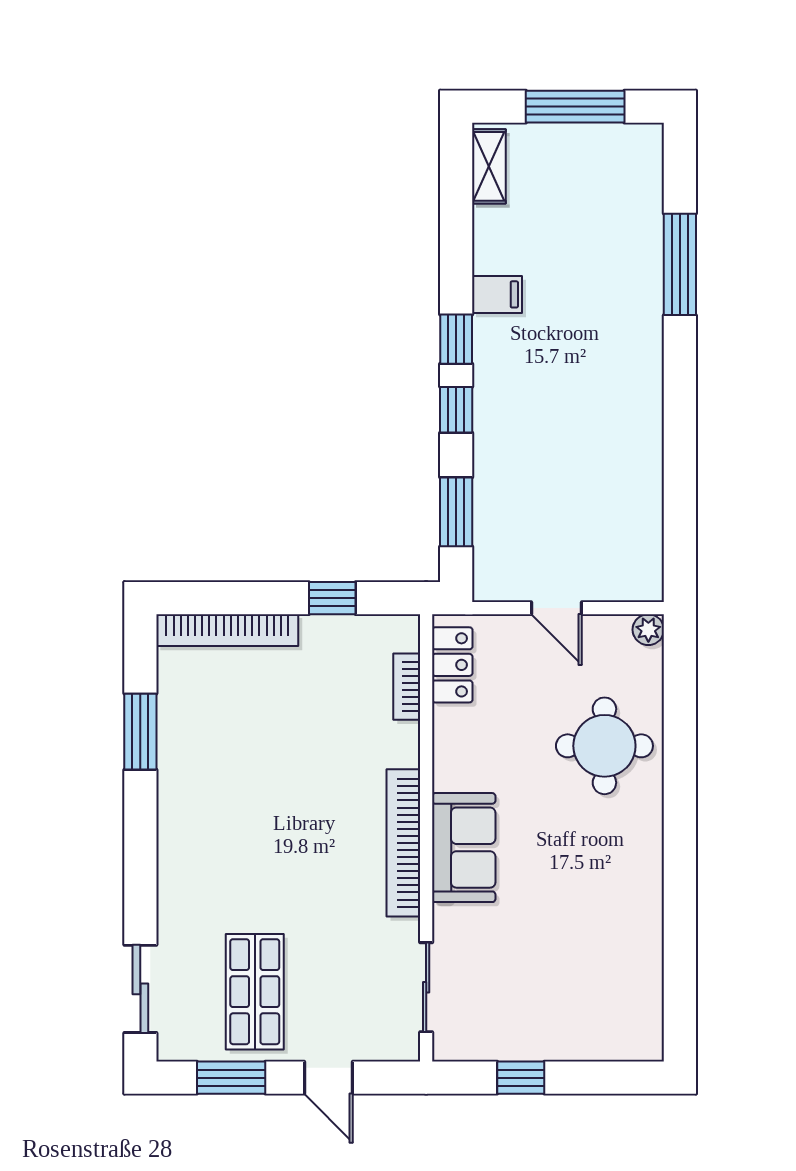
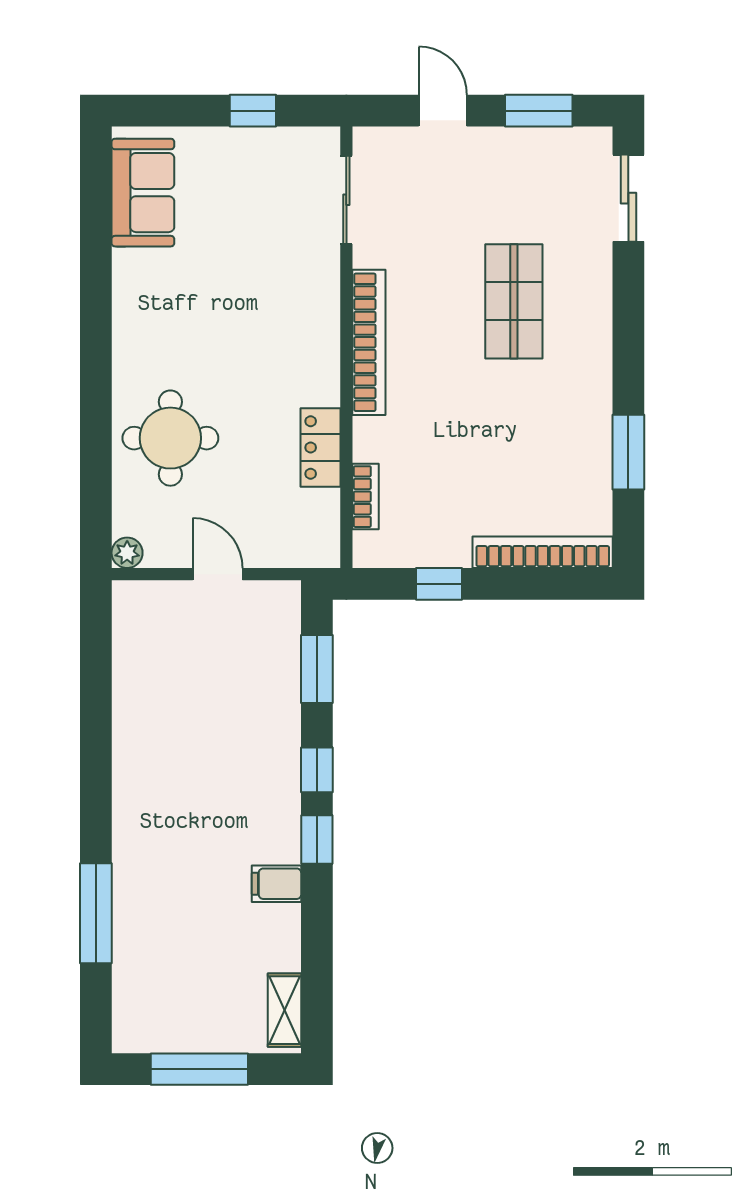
locker: (452, 665) -> (321, 448), moved
sofa: (464, 848) -> (143, 193), moved, turned 180
shop shelf: (255, 992) -> (514, 301), moved

